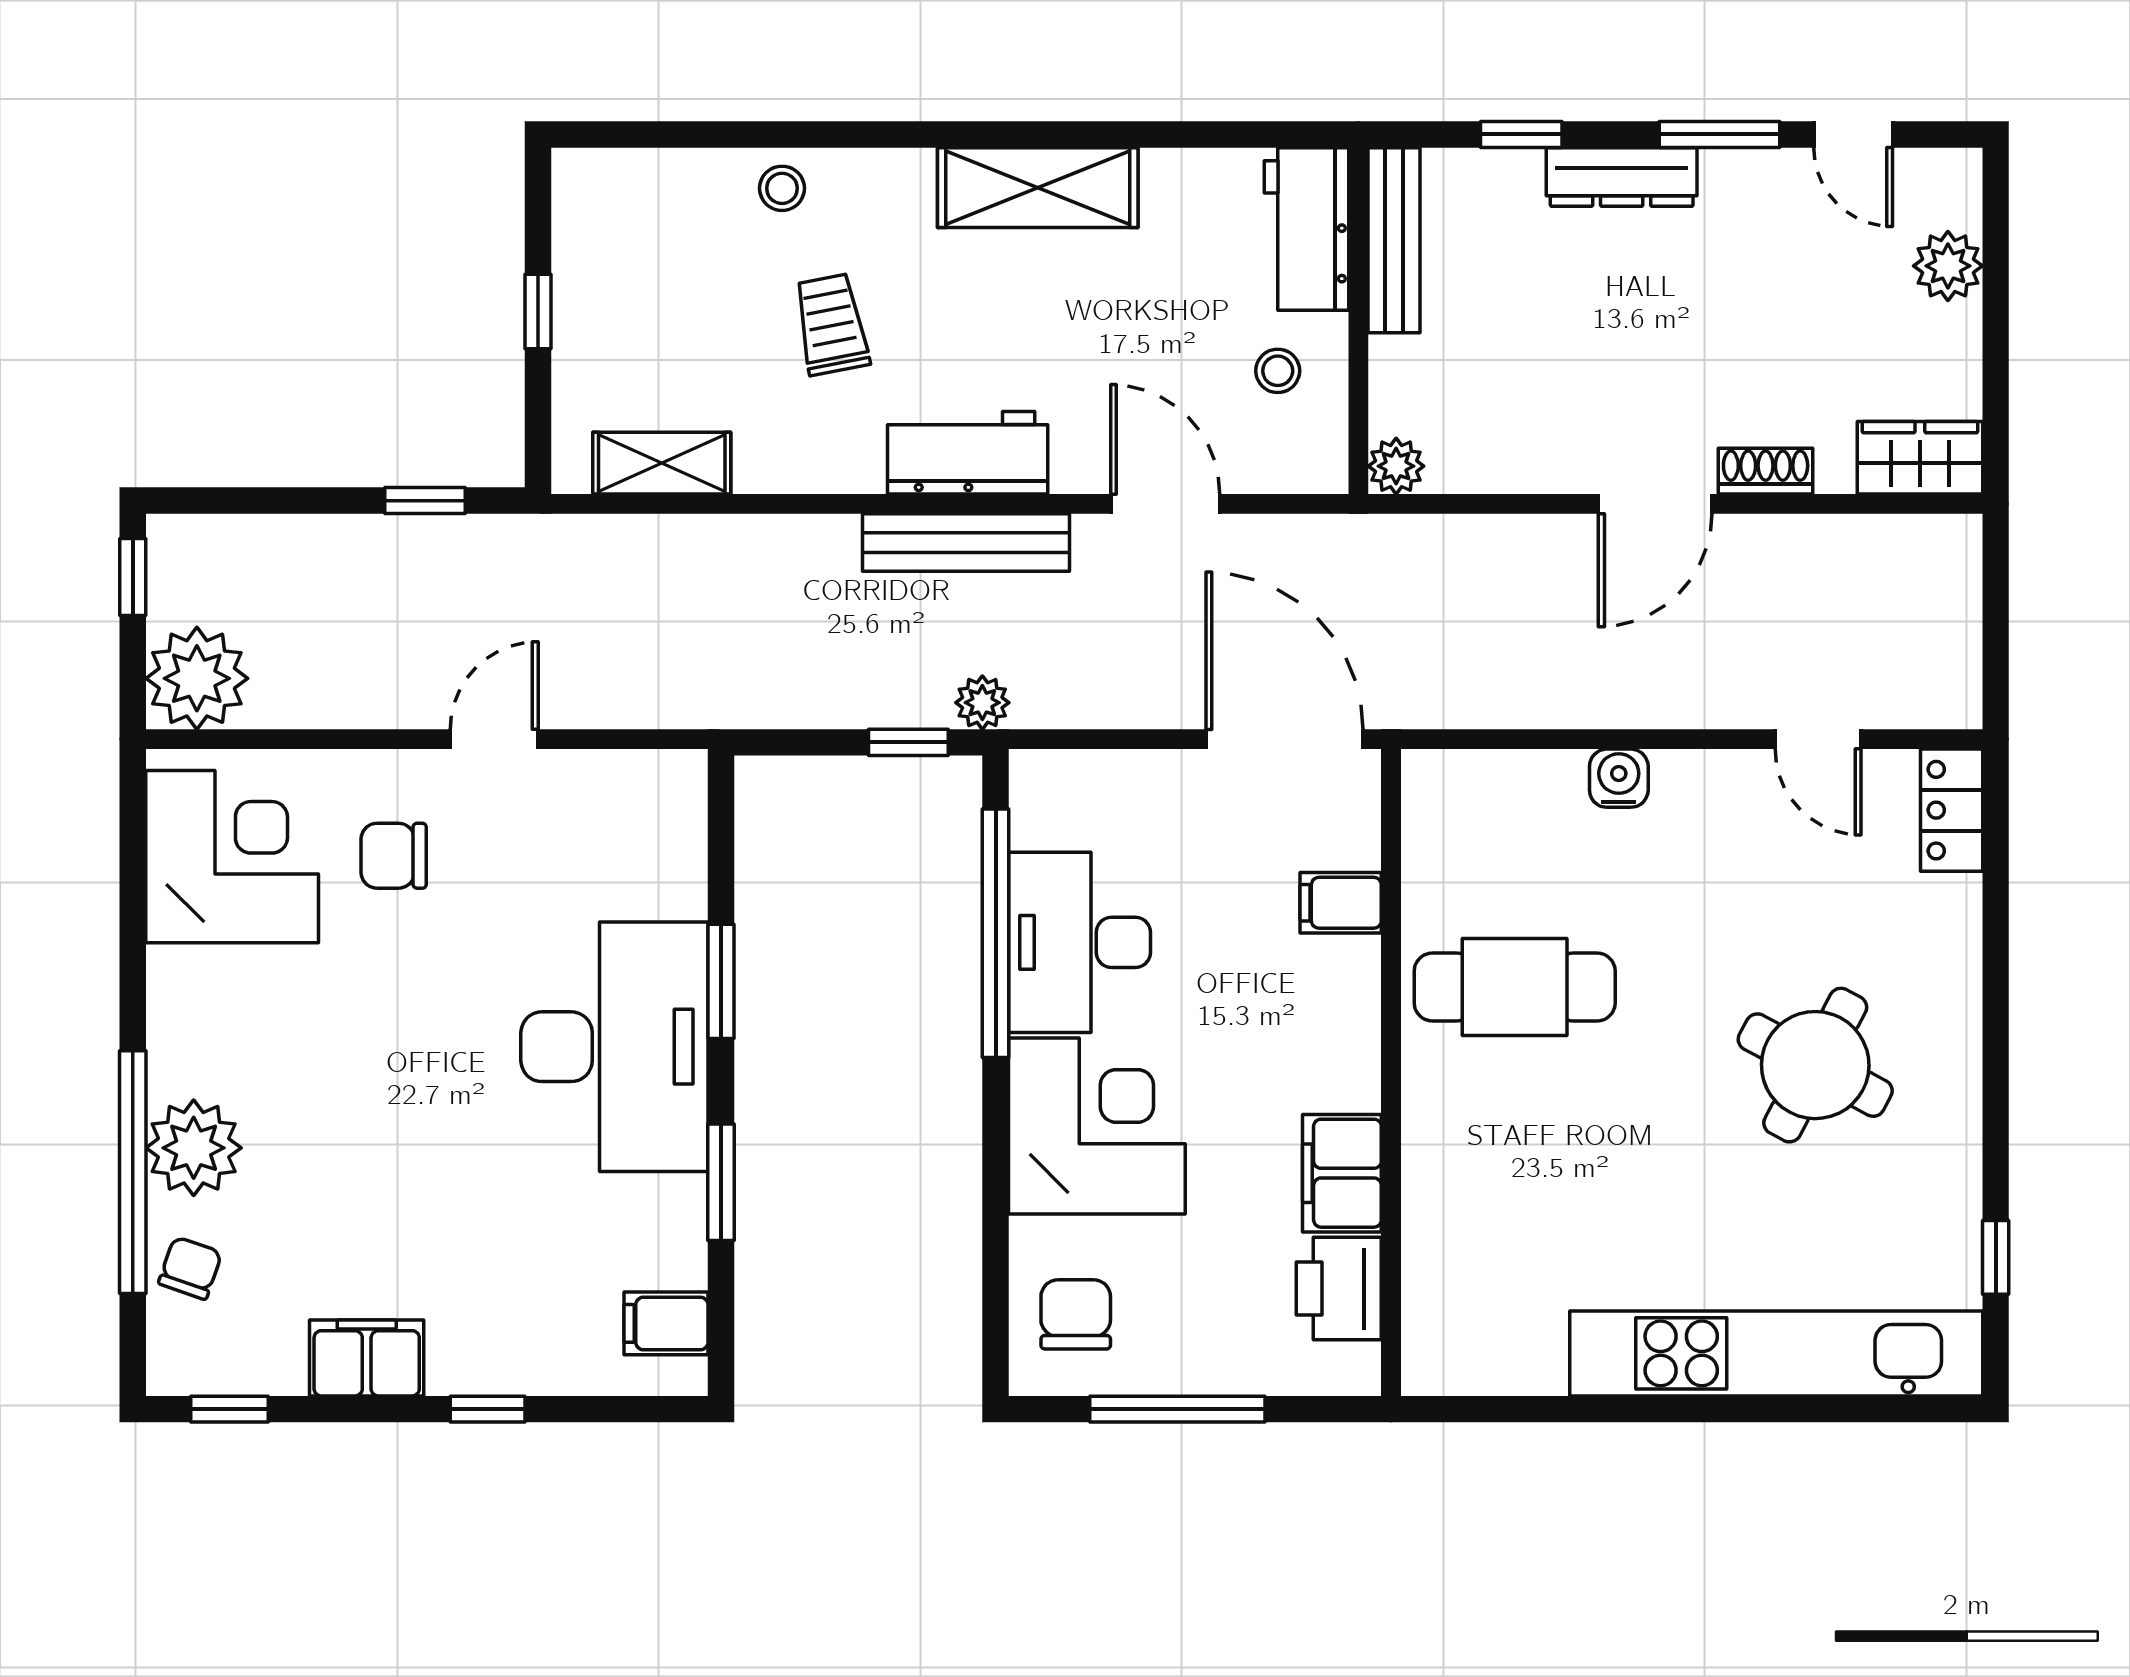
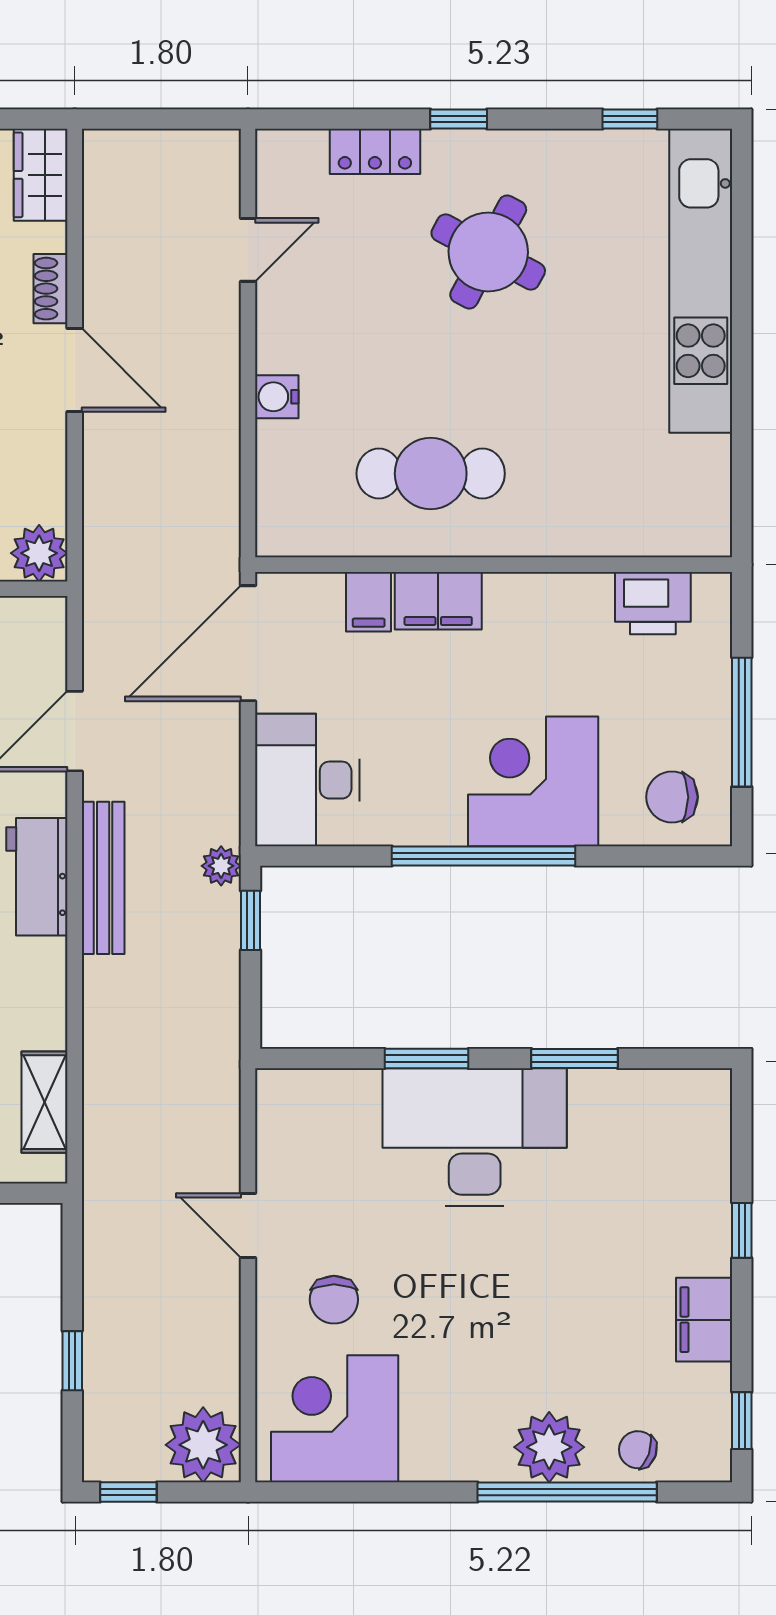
plant: (1396, 466) -> (39, 553), width x1.38, depth x1.38
window: (425, 501) -> (72, 1361), moved
locker: (1952, 810) -> (375, 151), moved
window: (996, 933) -> (483, 856), moved
desk: (1079, 942) -> (307, 780), moved, turned 90
cafe table: (1515, 987) -> (431, 474), turned 90
window: (1996, 1025) -> (459, 119), added
filing cabinet: (1342, 1173) -> (438, 601), moved
filing cabinet: (666, 1323) -> (679, 1099), removed

